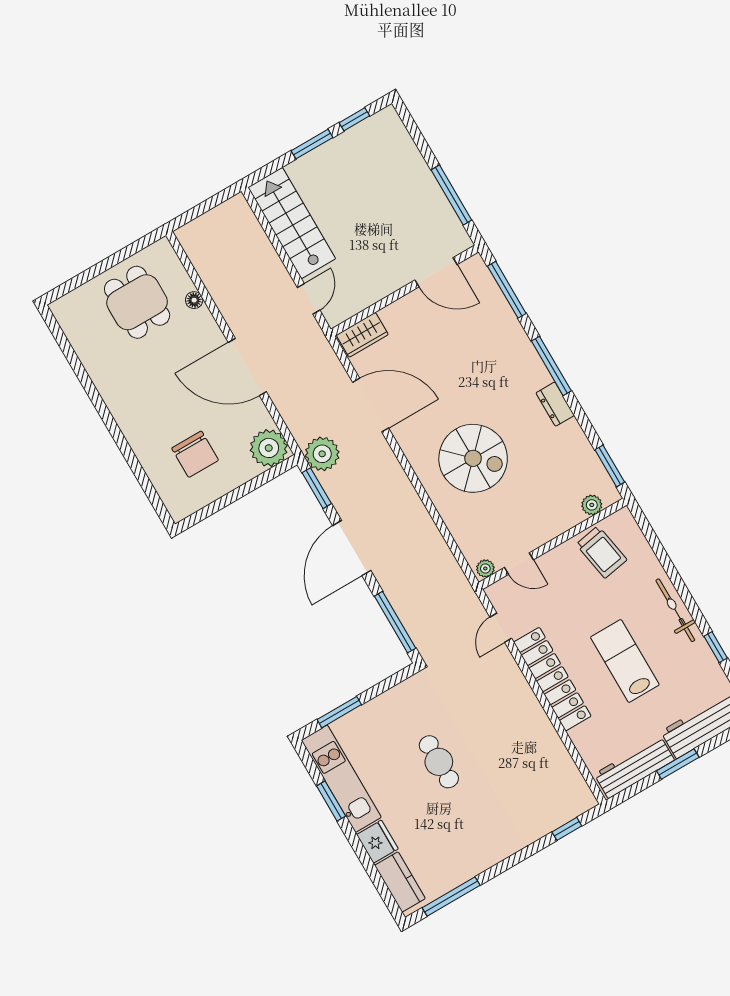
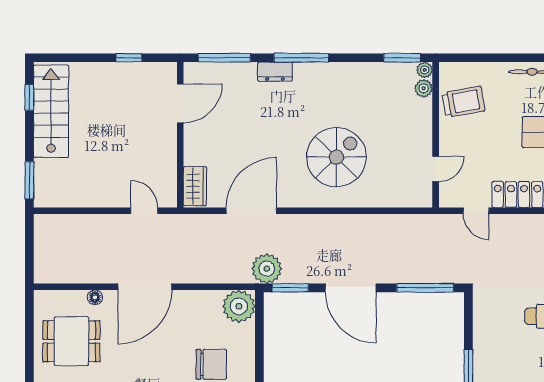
window: (312, 144) -> (29, 180), moved
window: (451, 195) -> (129, 58), width x0.46
stairs: (292, 223) -> (51, 111), moved, turned 90
door: (247, 367) -> (145, 287), moved
dresser: (555, 404) -> (275, 72), moved
plant: (485, 568) -> (425, 70), moved

